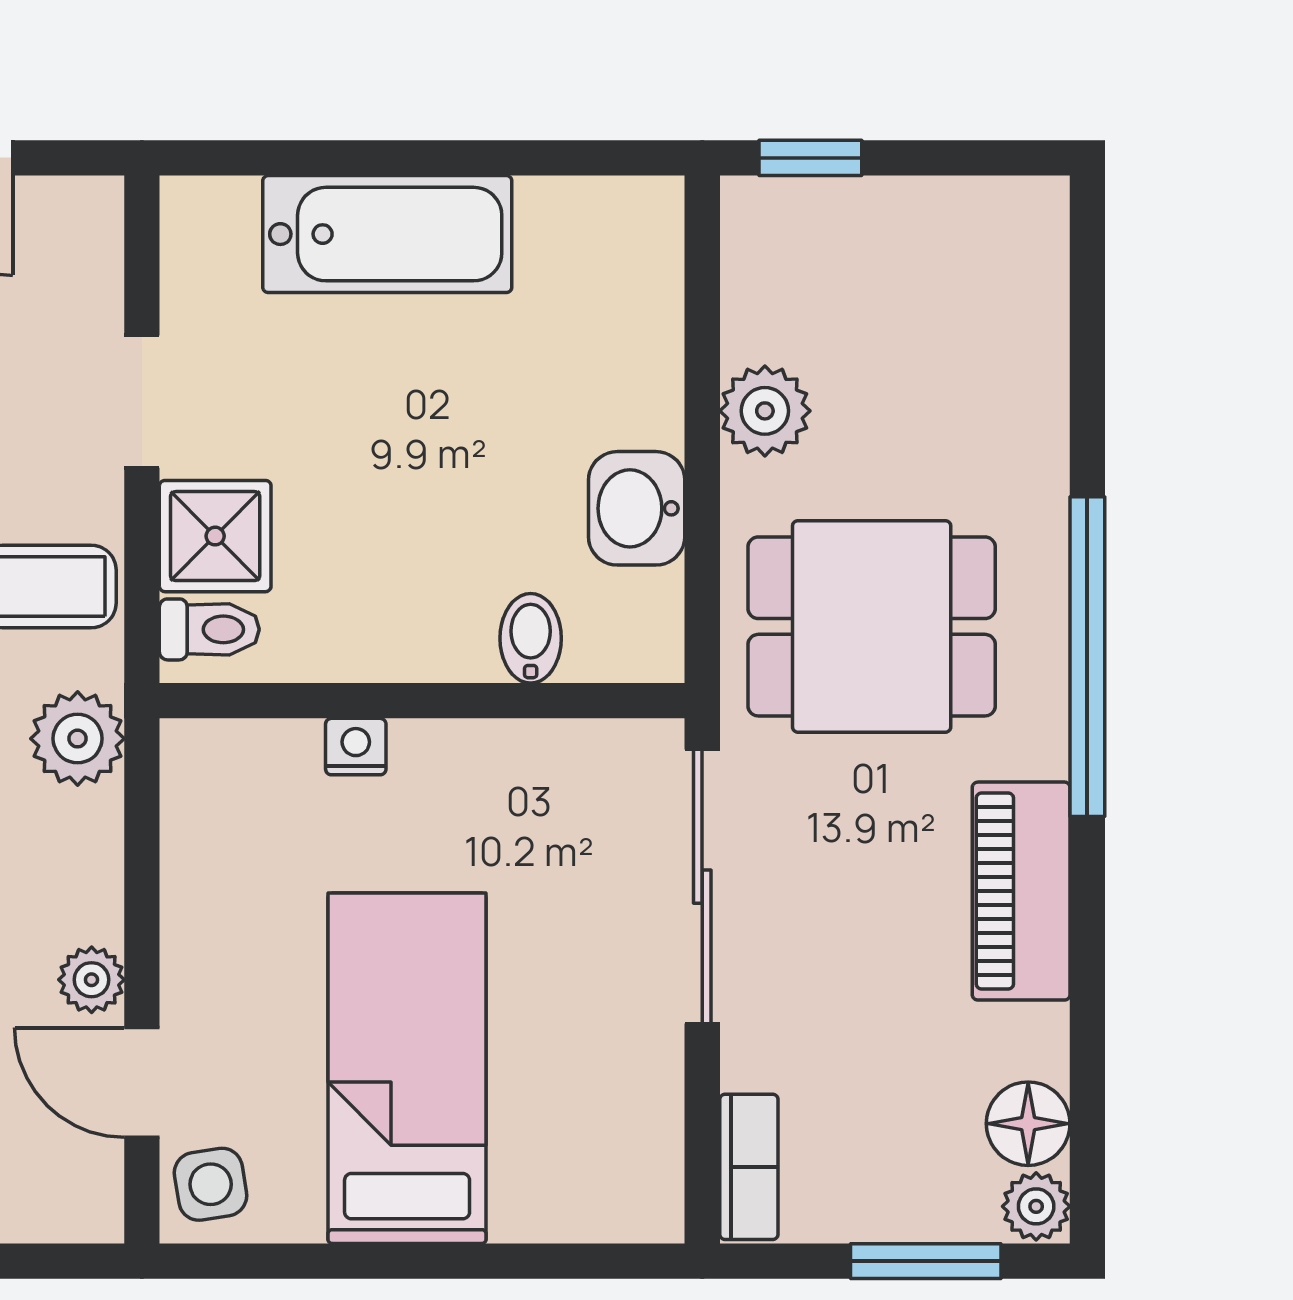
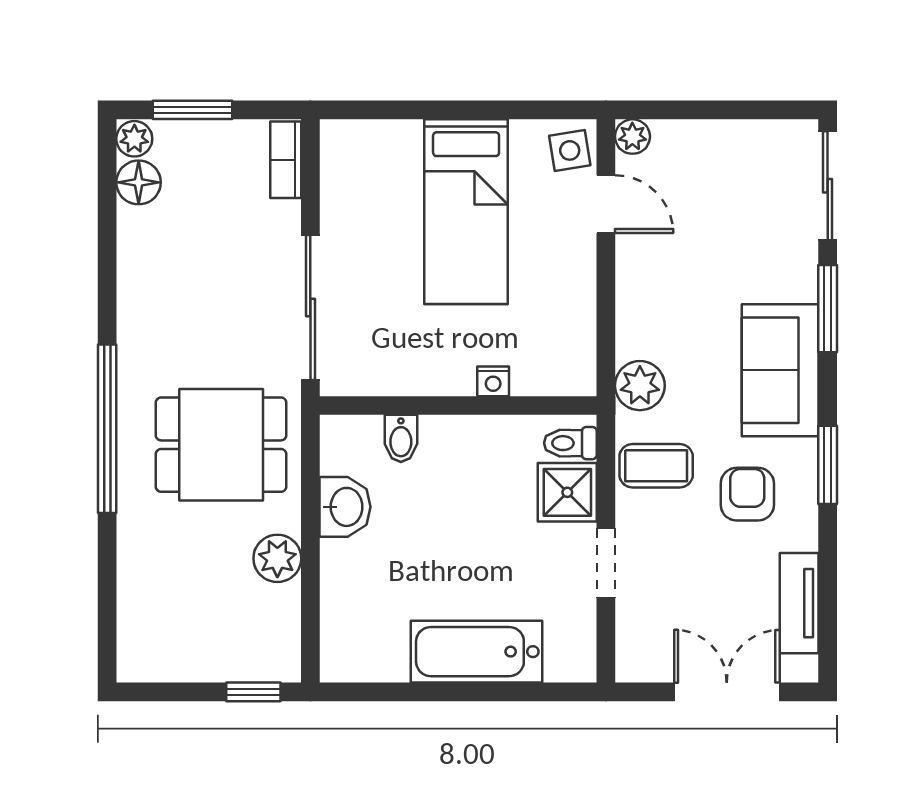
piano: (1021, 891) -> (142, 305), removed
plant: (92, 980) -> (632, 137), moved

